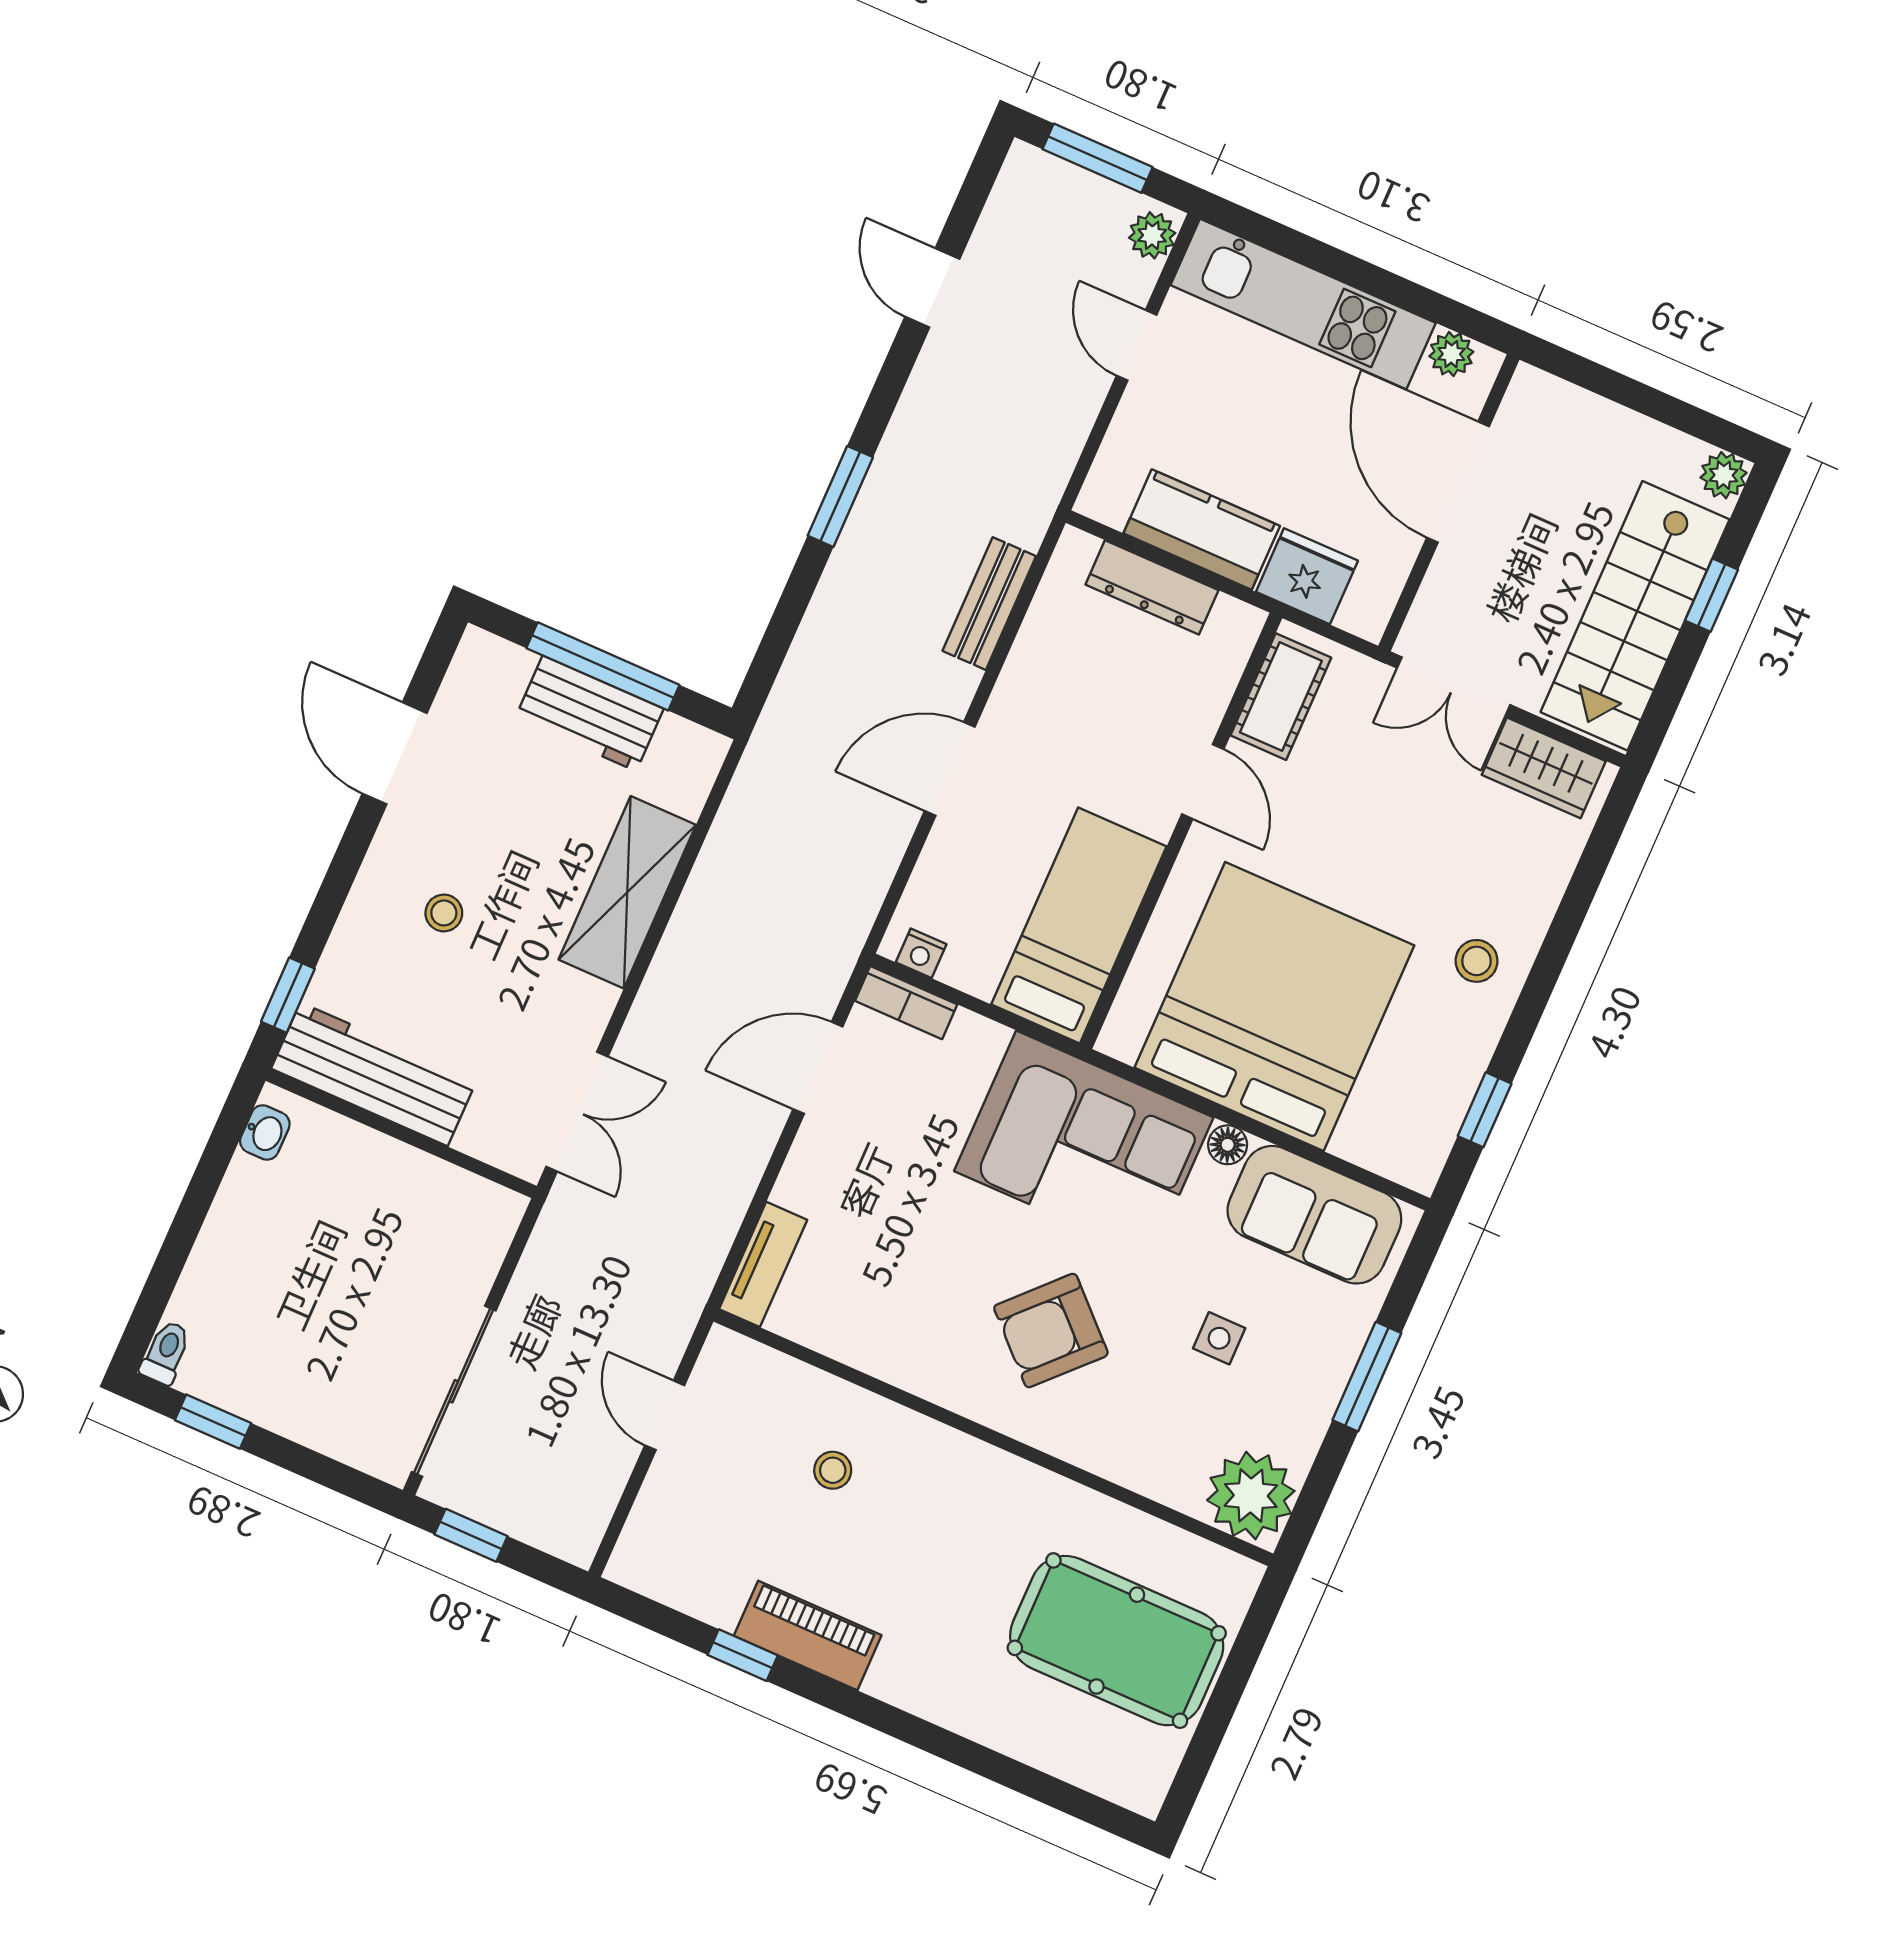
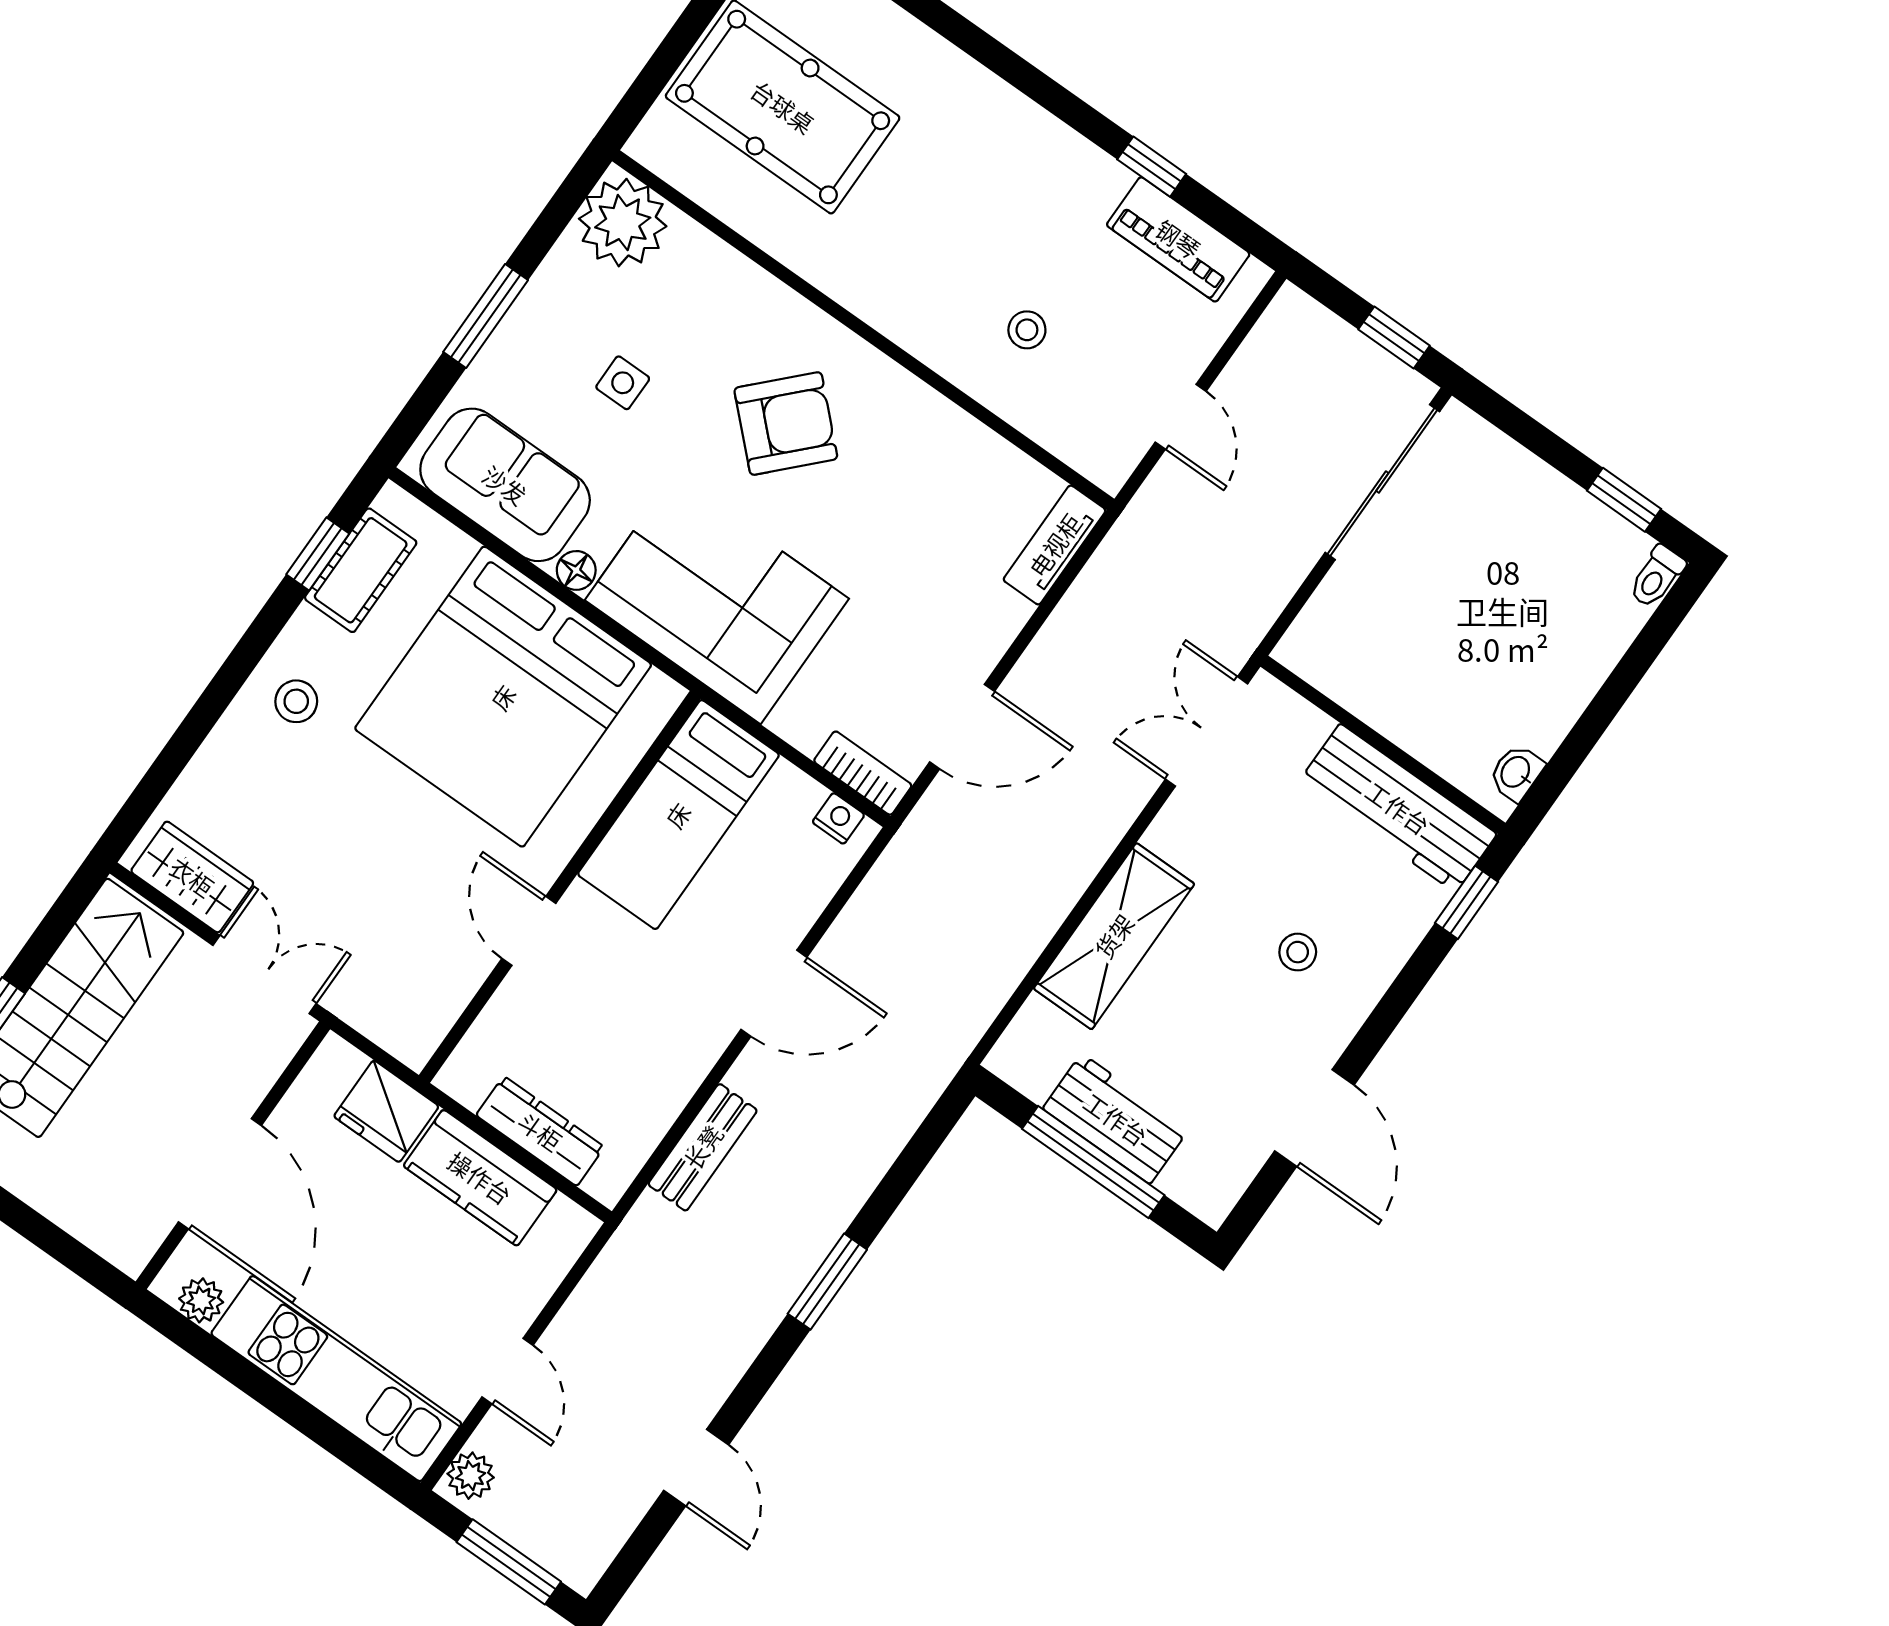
cot: (1281, 697) -> (361, 570), moved
piano: (808, 1635) -> (1178, 239), moved

